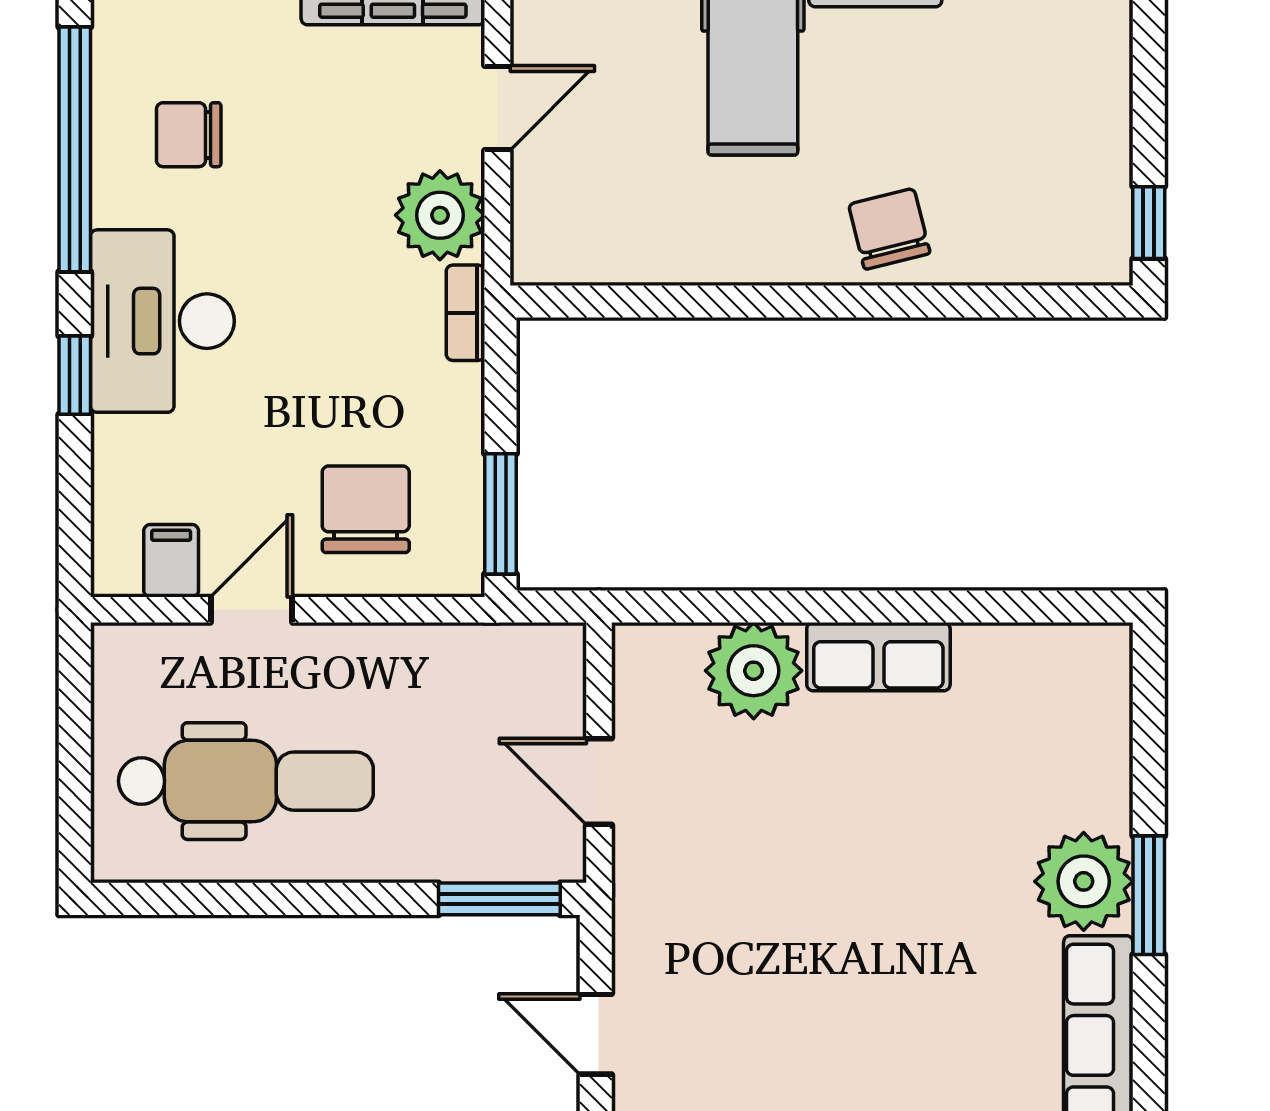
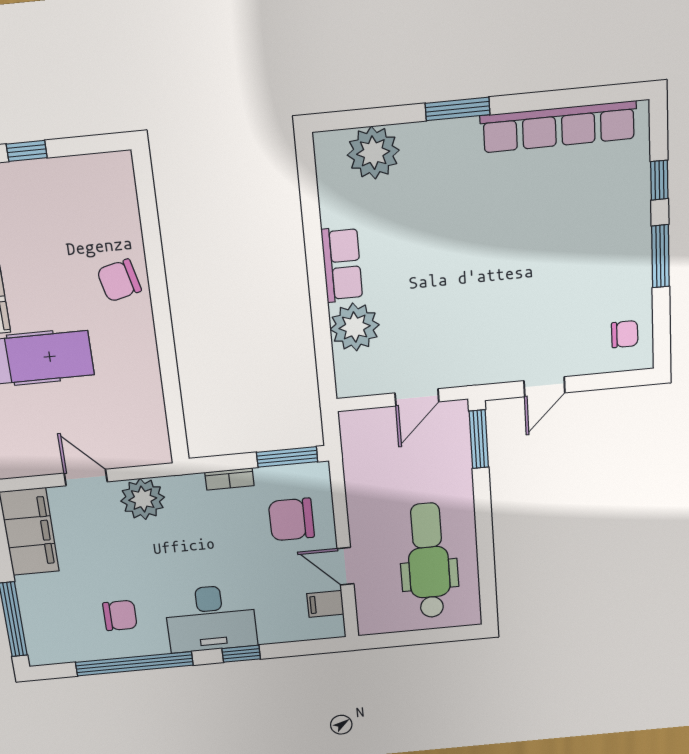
chair: (189, 135) -> (120, 615), turned -90
window: (1149, 223) -> (27, 151), moved
bookcase: (465, 313) -> (229, 479), moved
plant: (1084, 881) -> (373, 153), moved

